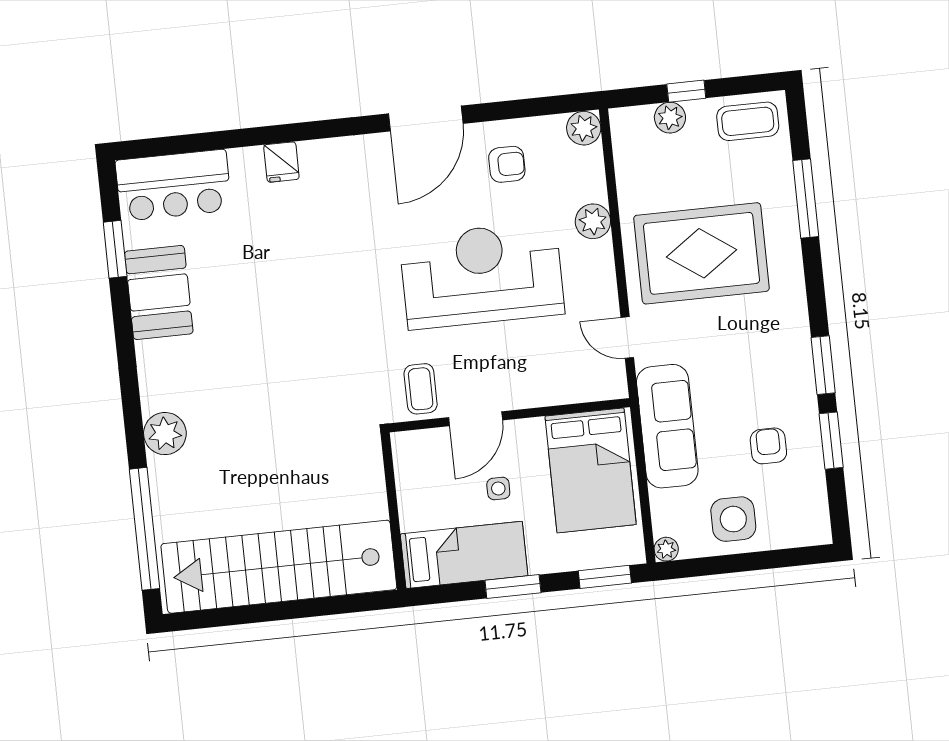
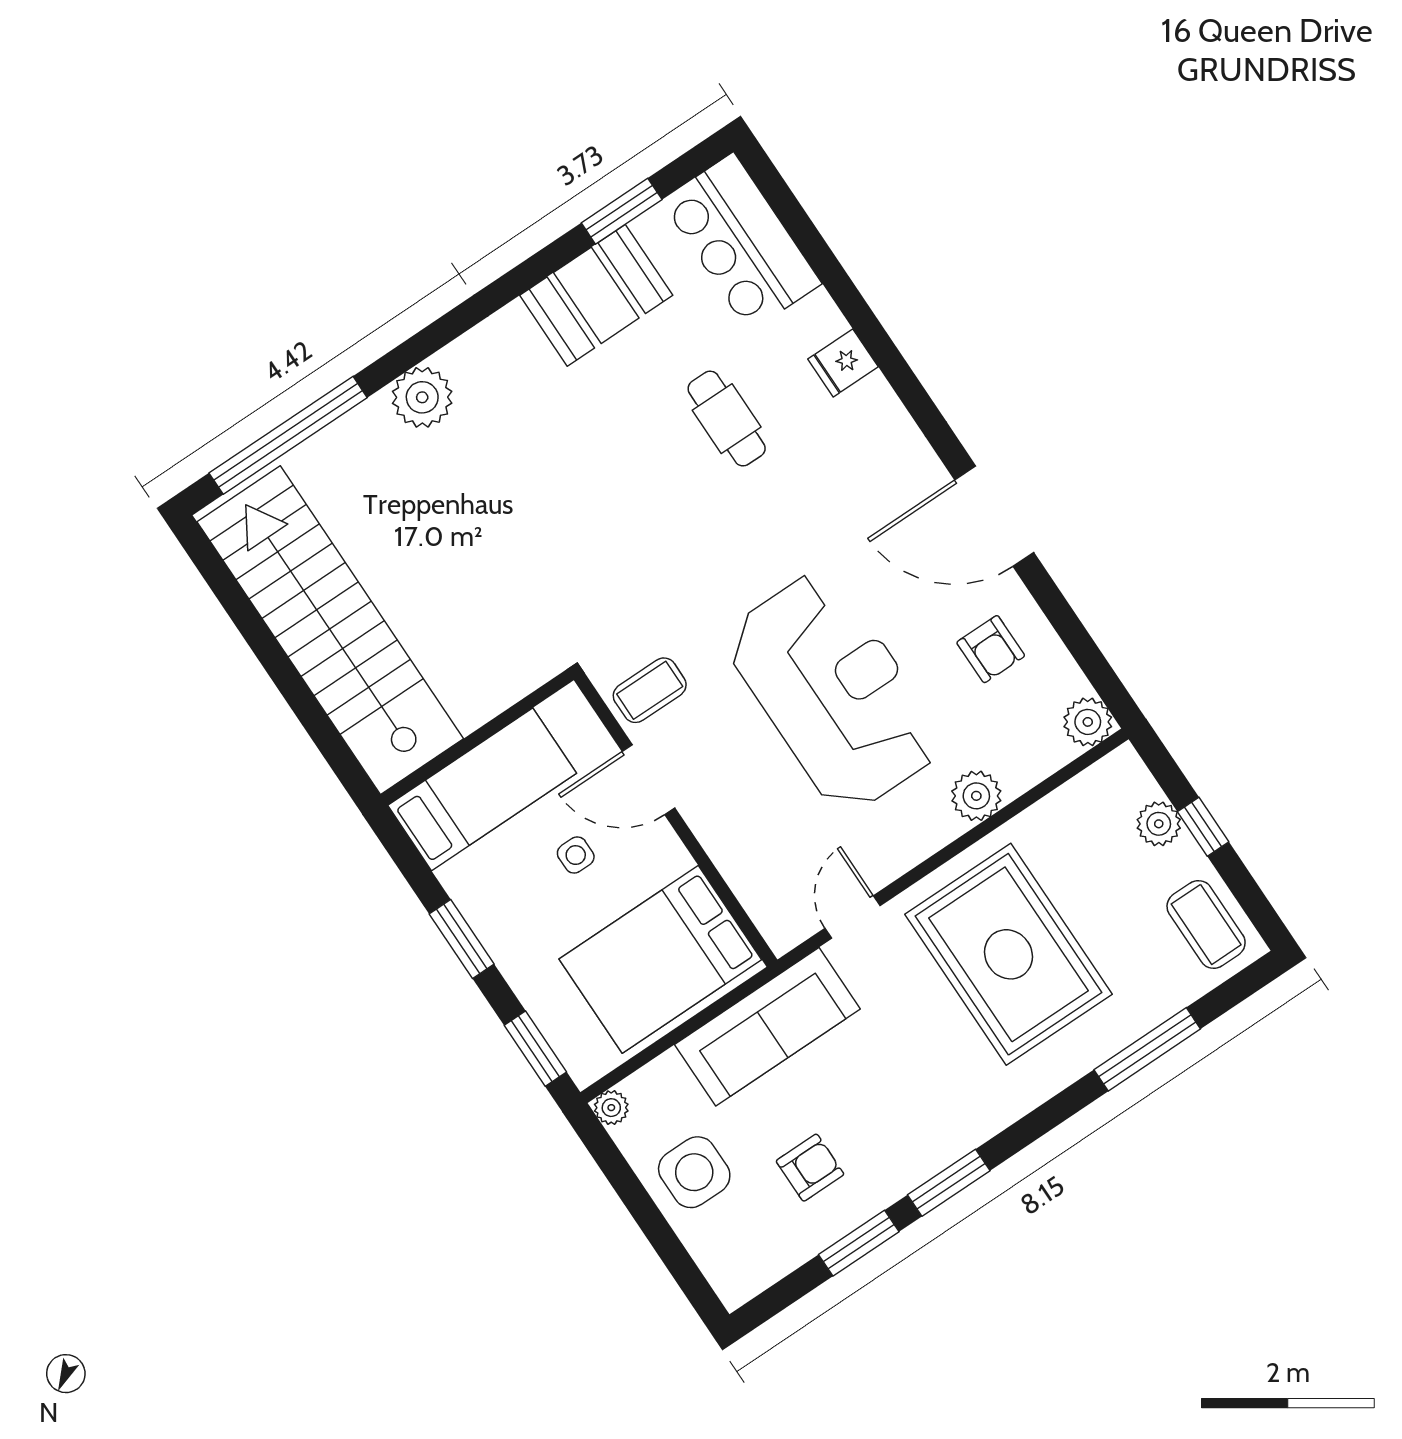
cafe table: (278, 252) -> (727, 419), added
bed: (464, 555) -> (482, 789), moved, turned -90

